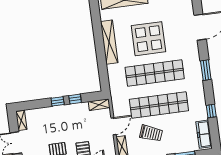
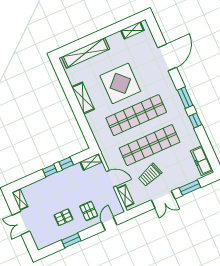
shelving: (109, 42) -> (83, 98), width x0.68
window: (211, 111) -> (195, 120), moved
door: (113, 126) -> (111, 179), hinge flipped
trolley: (151, 133) -> (150, 175), turned 140

